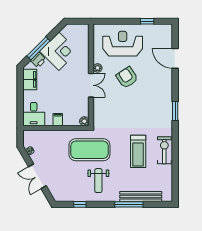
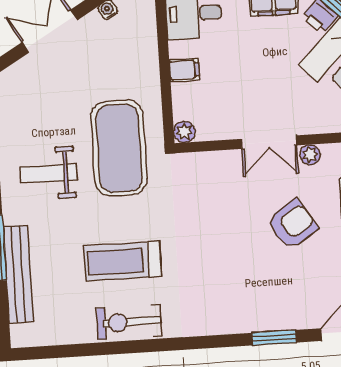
window: (175, 111) -> (274, 338), moved
exercise bike: (164, 150) -> (129, 322), turned 180

